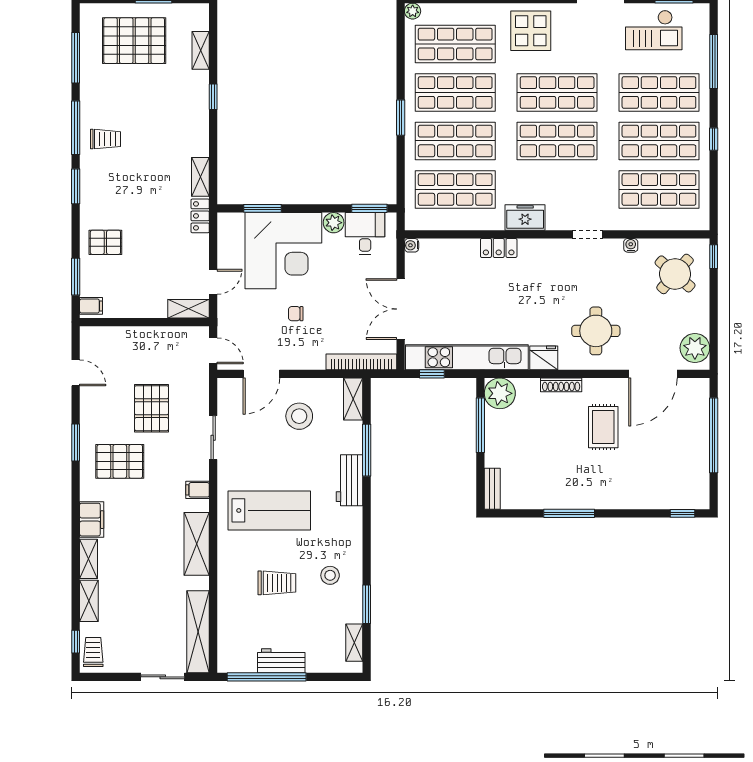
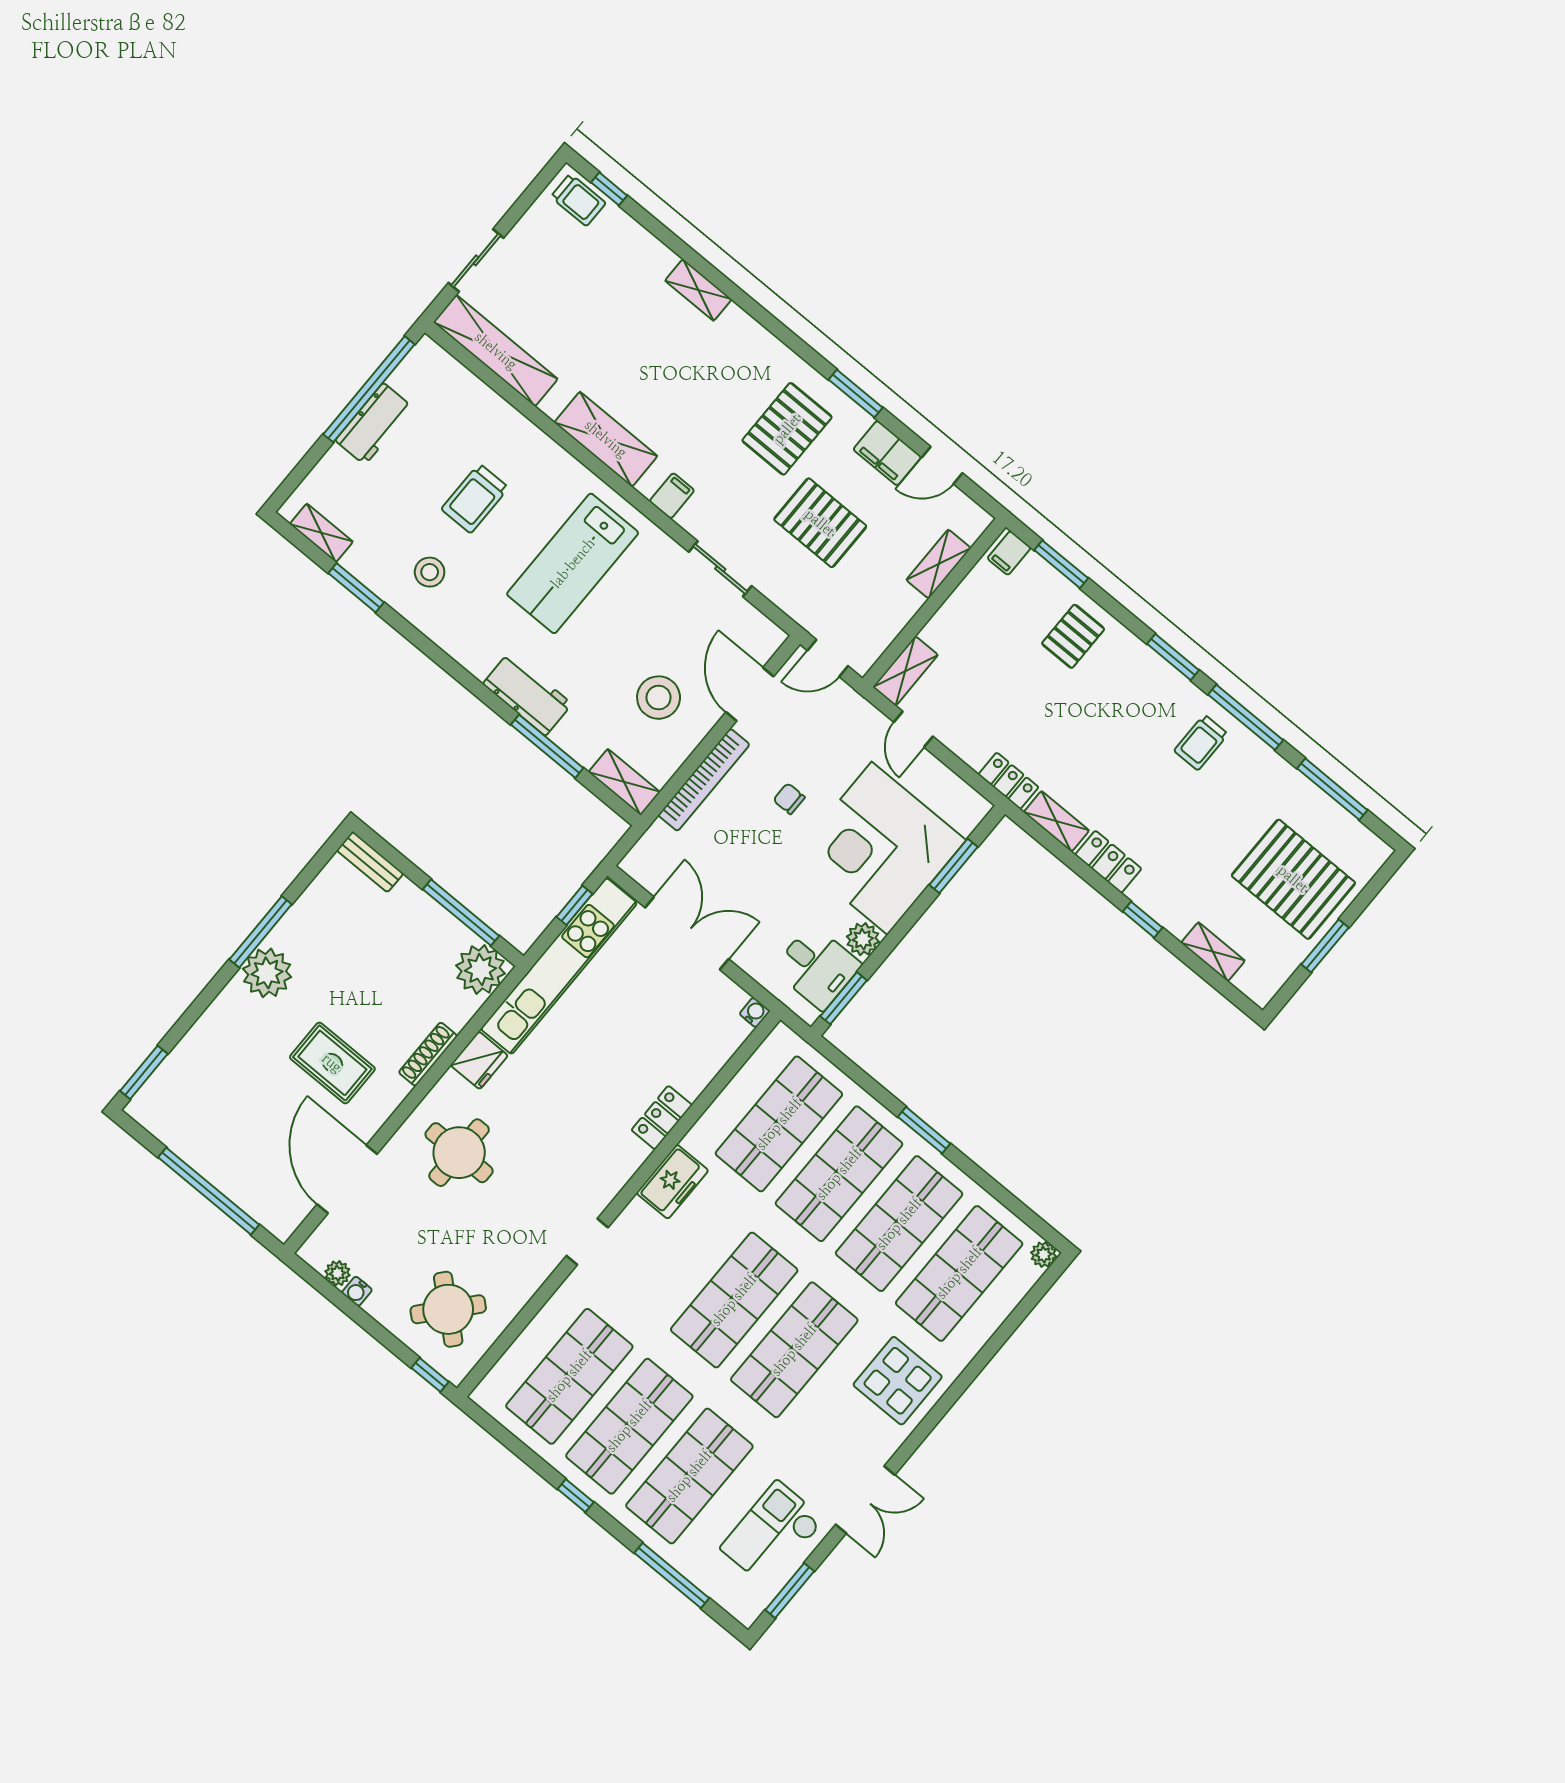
pallet: (134, 41) -> (1293, 879), turned 90
locker: (199, 136) -> (1108, 862), added
water cooler: (631, 245) -> (357, 1291), moved, turned 90
chair: (296, 314) -> (789, 799), turned -90
plant: (695, 348) -> (337, 1273), width x0.53, depth x0.53
bookcase: (361, 362) -> (704, 780), moved
plant: (586, 494) -> (267, 973), added
window: (683, 513) -> (144, 1072), width x1.50
filing cabinet: (92, 520) -> (887, 453), moved
shelving: (89, 601) -> (939, 564), moved, turned 90

